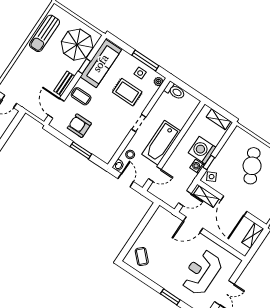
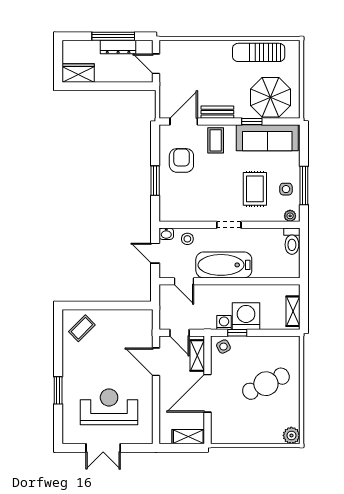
door: (126, 180) -> (155, 253), swing flipped

